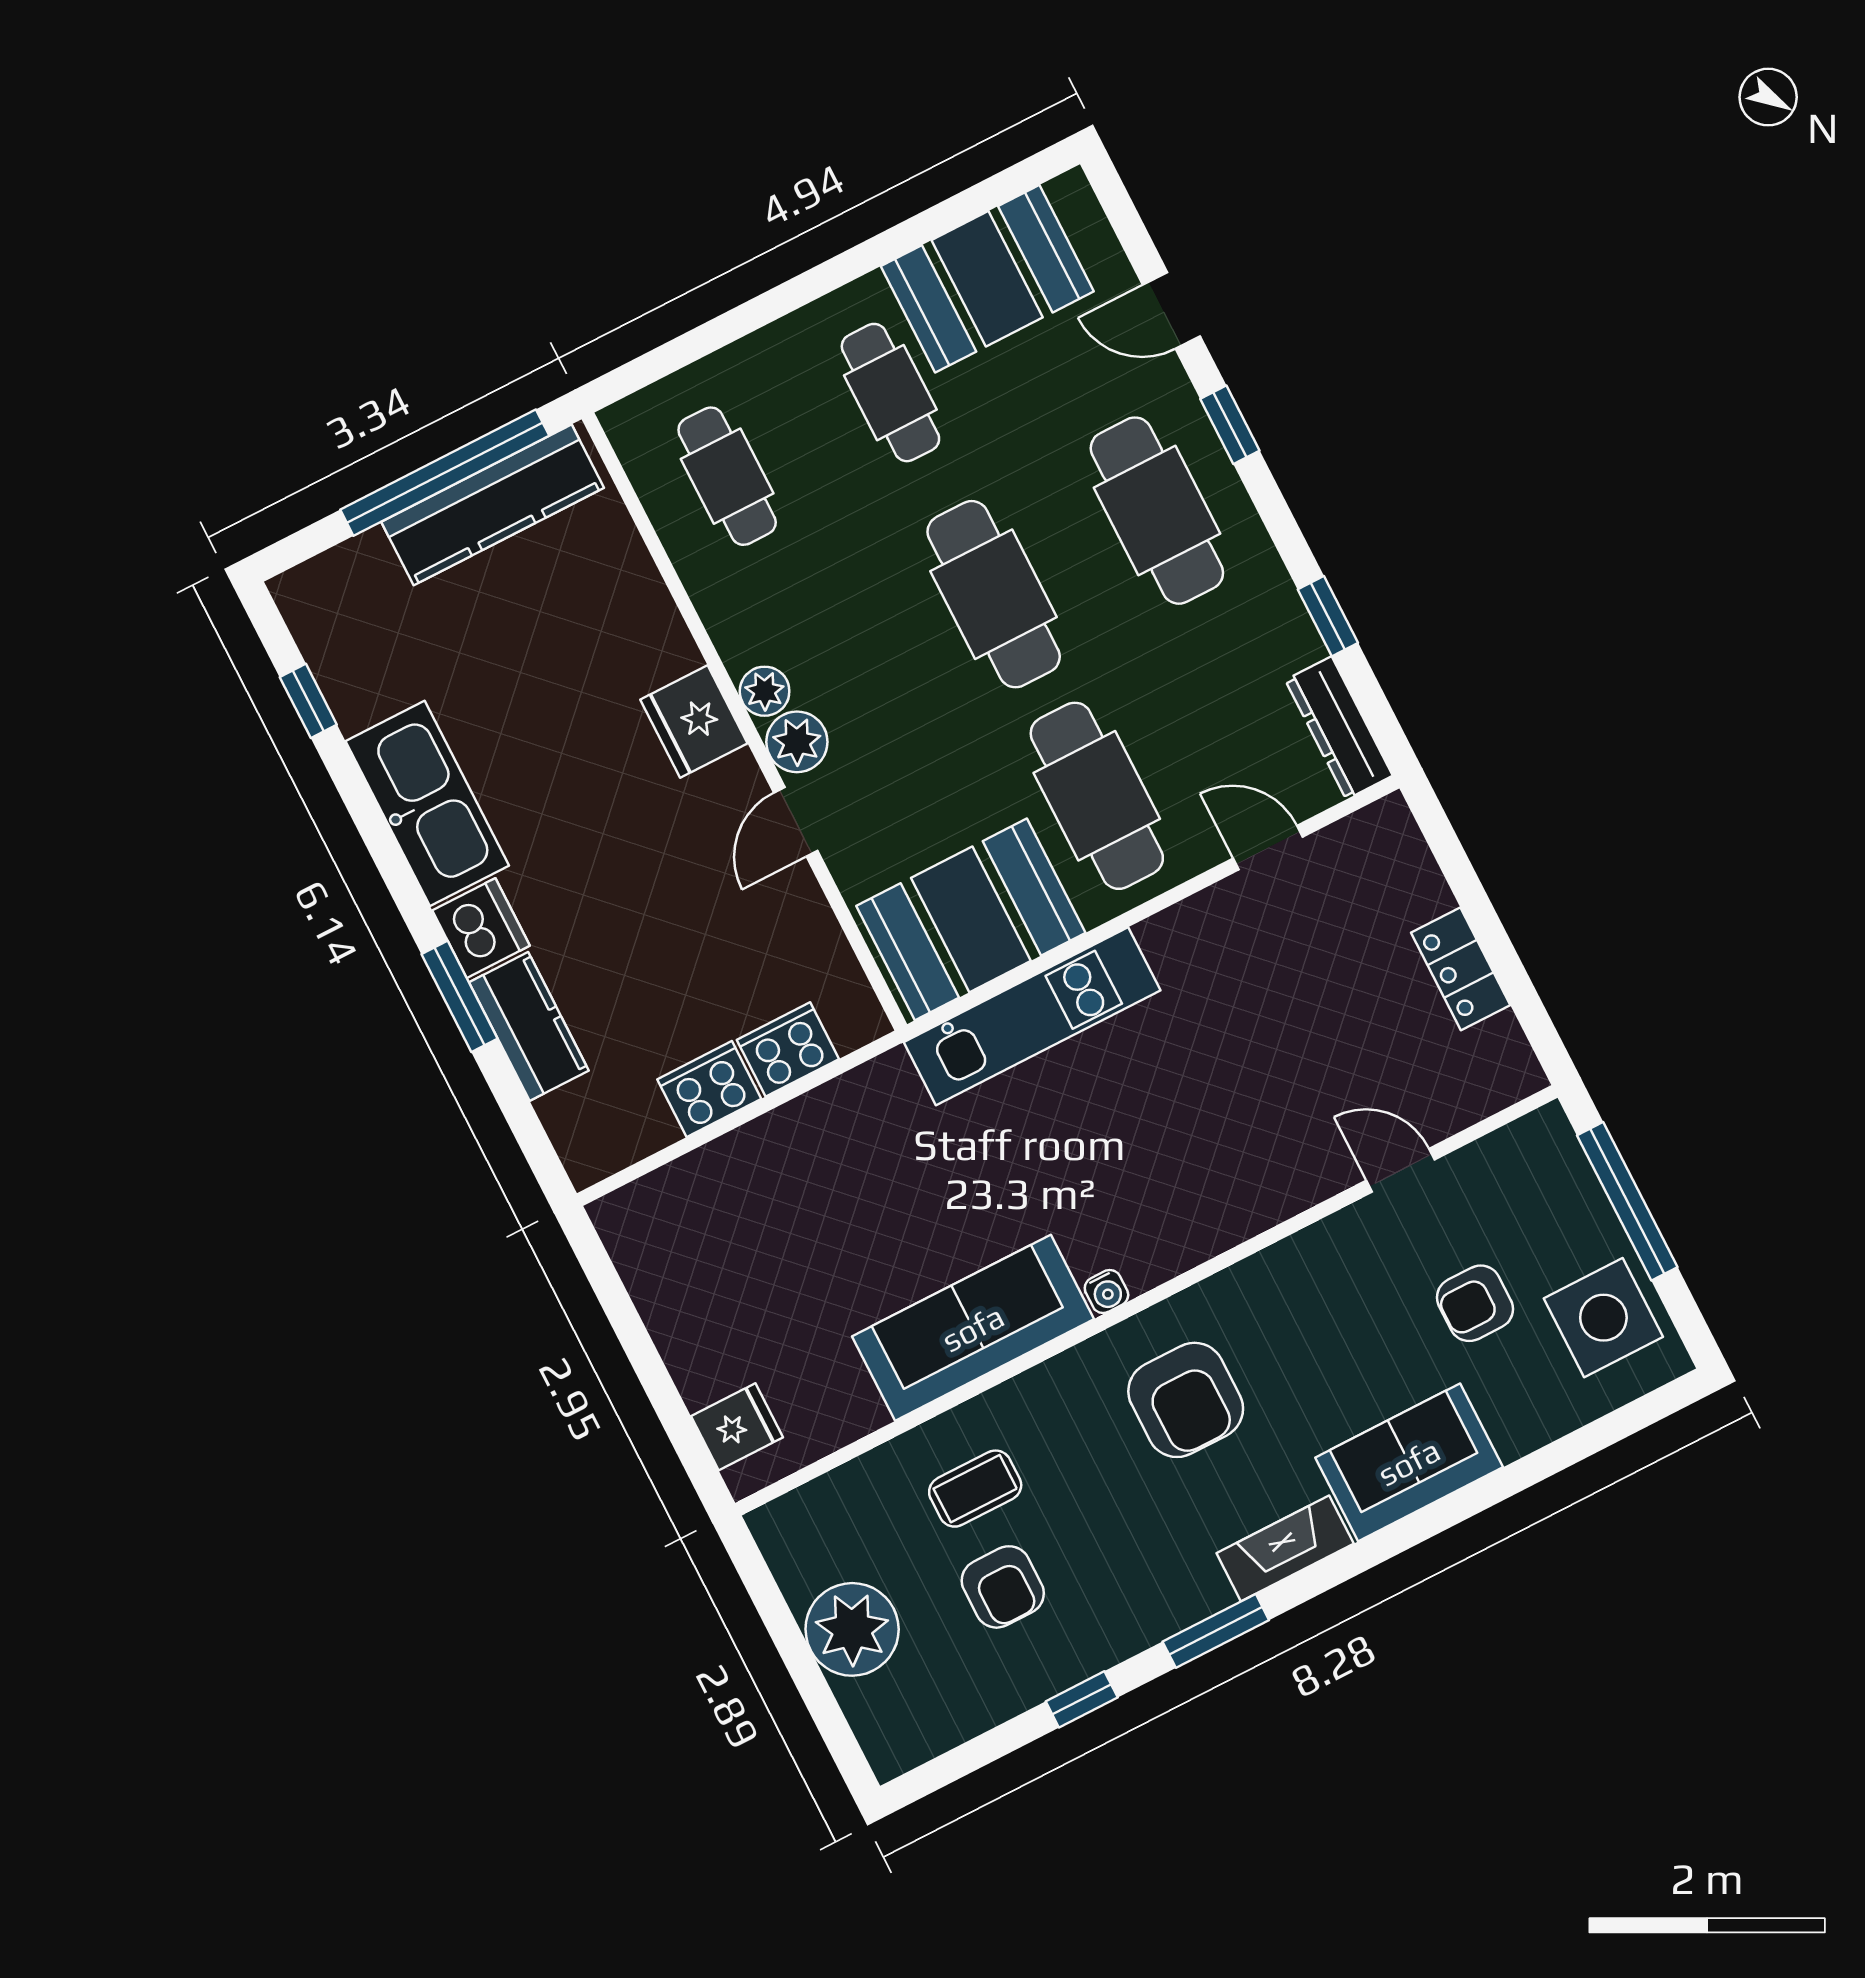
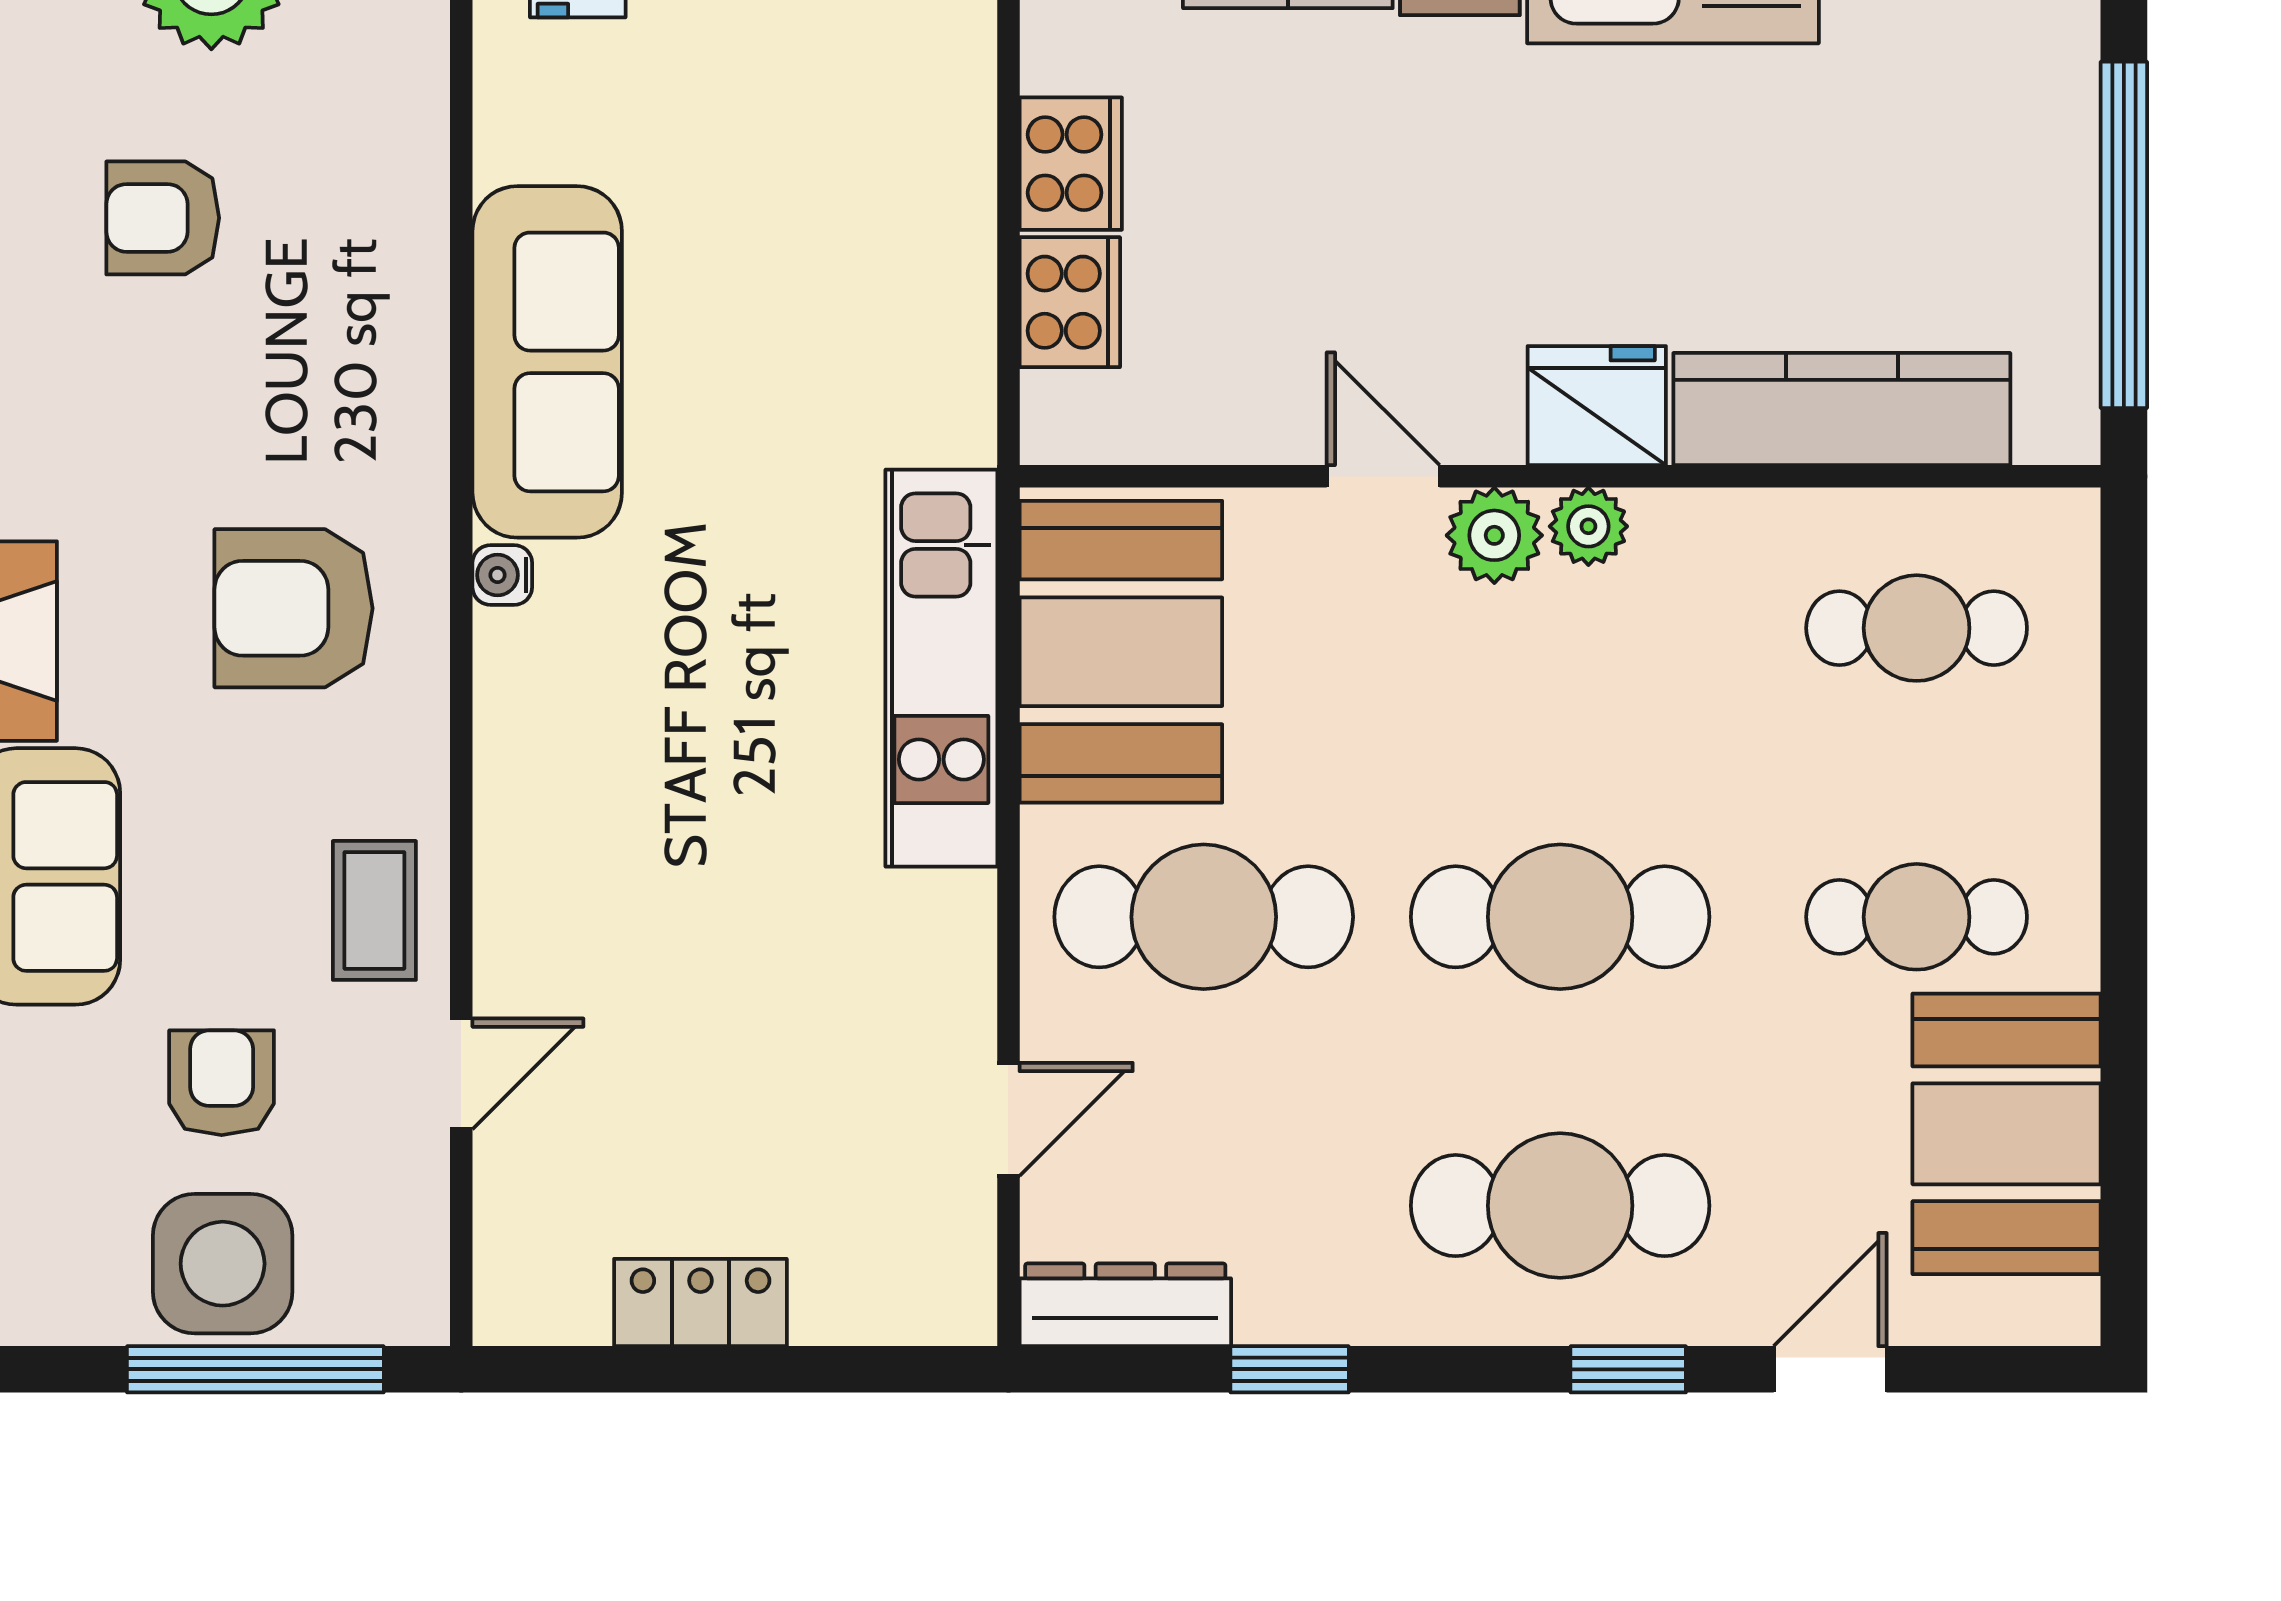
kitchen counter: (493, 505) -> (1842, 409), moved, turned 90
side table: (1603, 1318) -> (223, 1264), moved
coffee table: (975, 1489) -> (374, 910), moved

